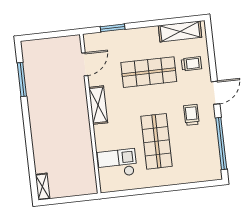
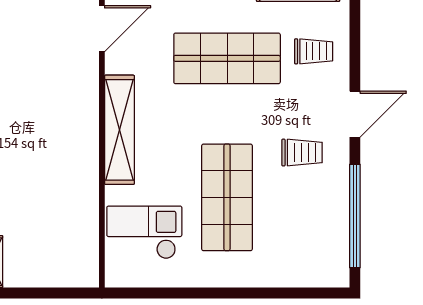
shelving: (98, 105) -> (119, 130), width x1.47
trolley: (191, 115) -> (302, 153), turned 90

